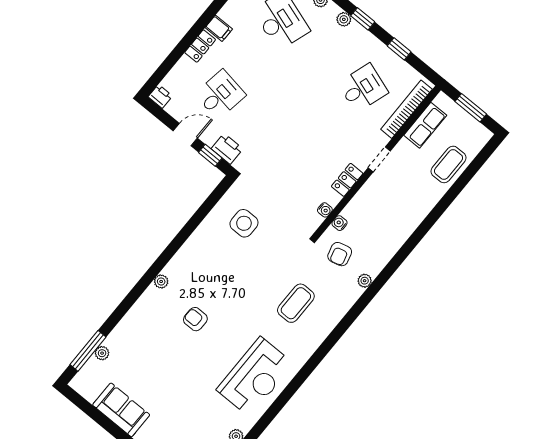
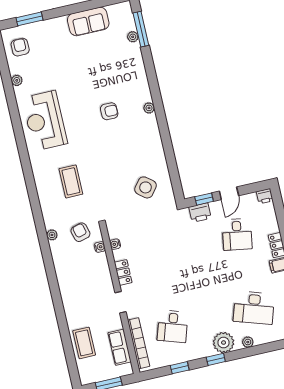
plant: (344, 19) -> (224, 343), width x1.88, depth x1.88
side table: (244, 223) -> (146, 187), turned 38

